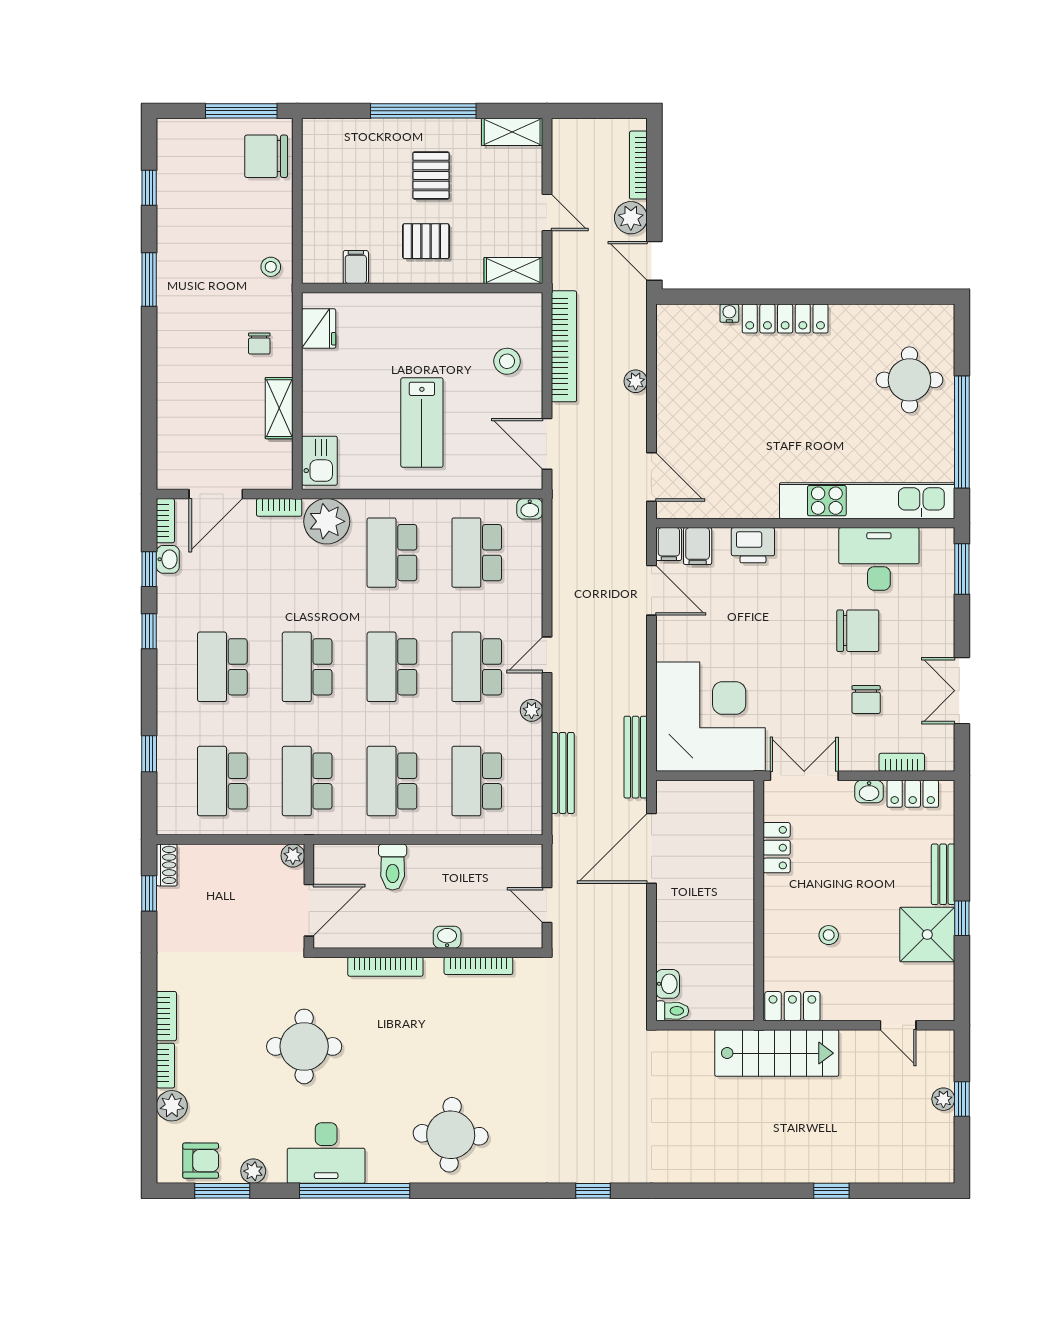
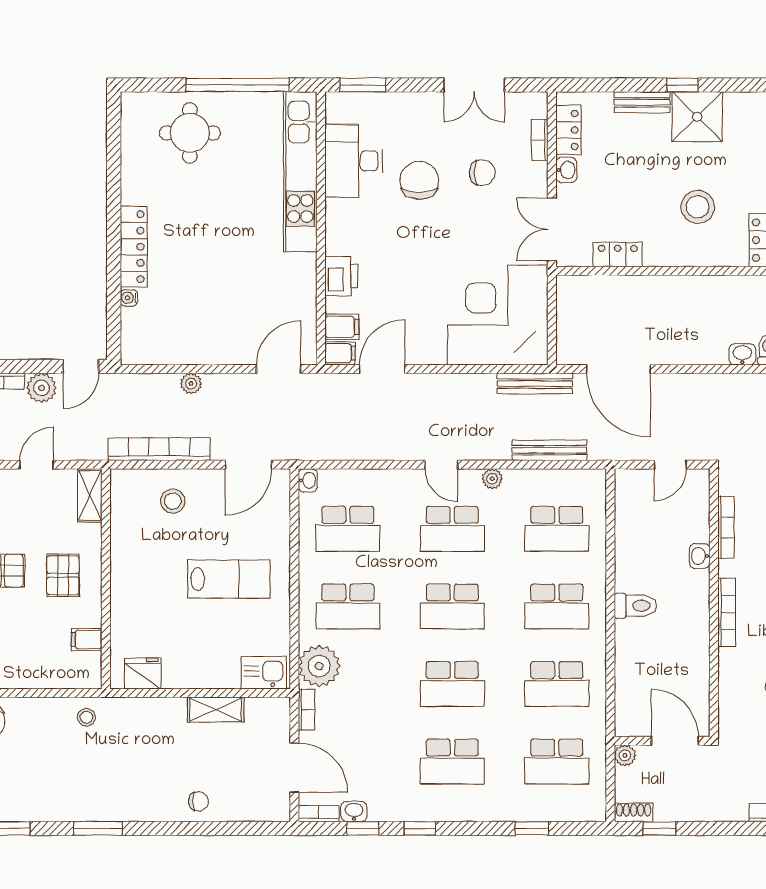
chair: (259, 343) -> (198, 801), moved
plant: (293, 856) -> (625, 755), moved
wall: (309, 896) -> (662, 741), moved
door: (309, 910) -> (675, 741), moved
stool: (829, 935) -> (698, 207), width x1.89, depth x1.89

